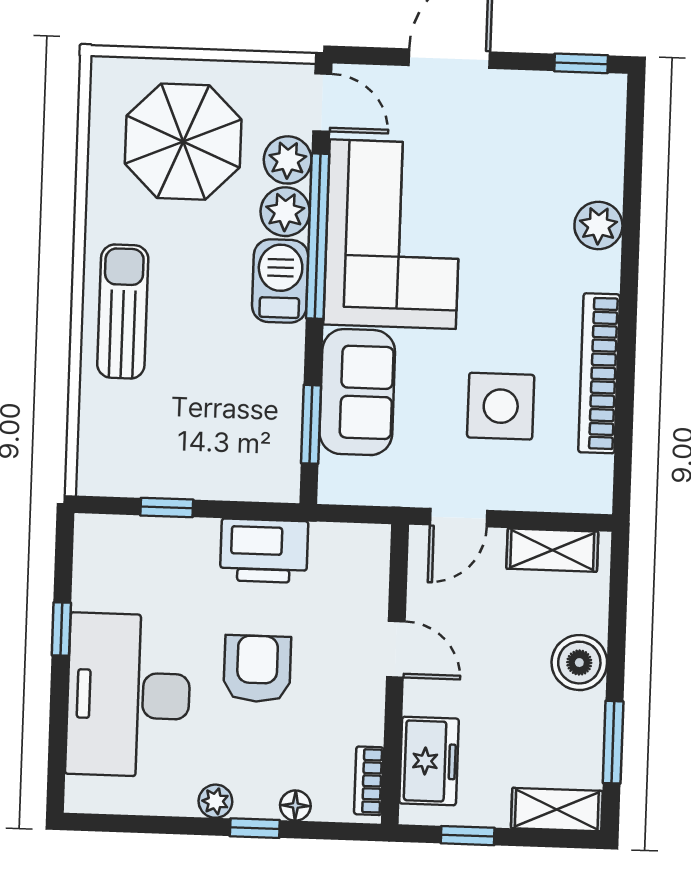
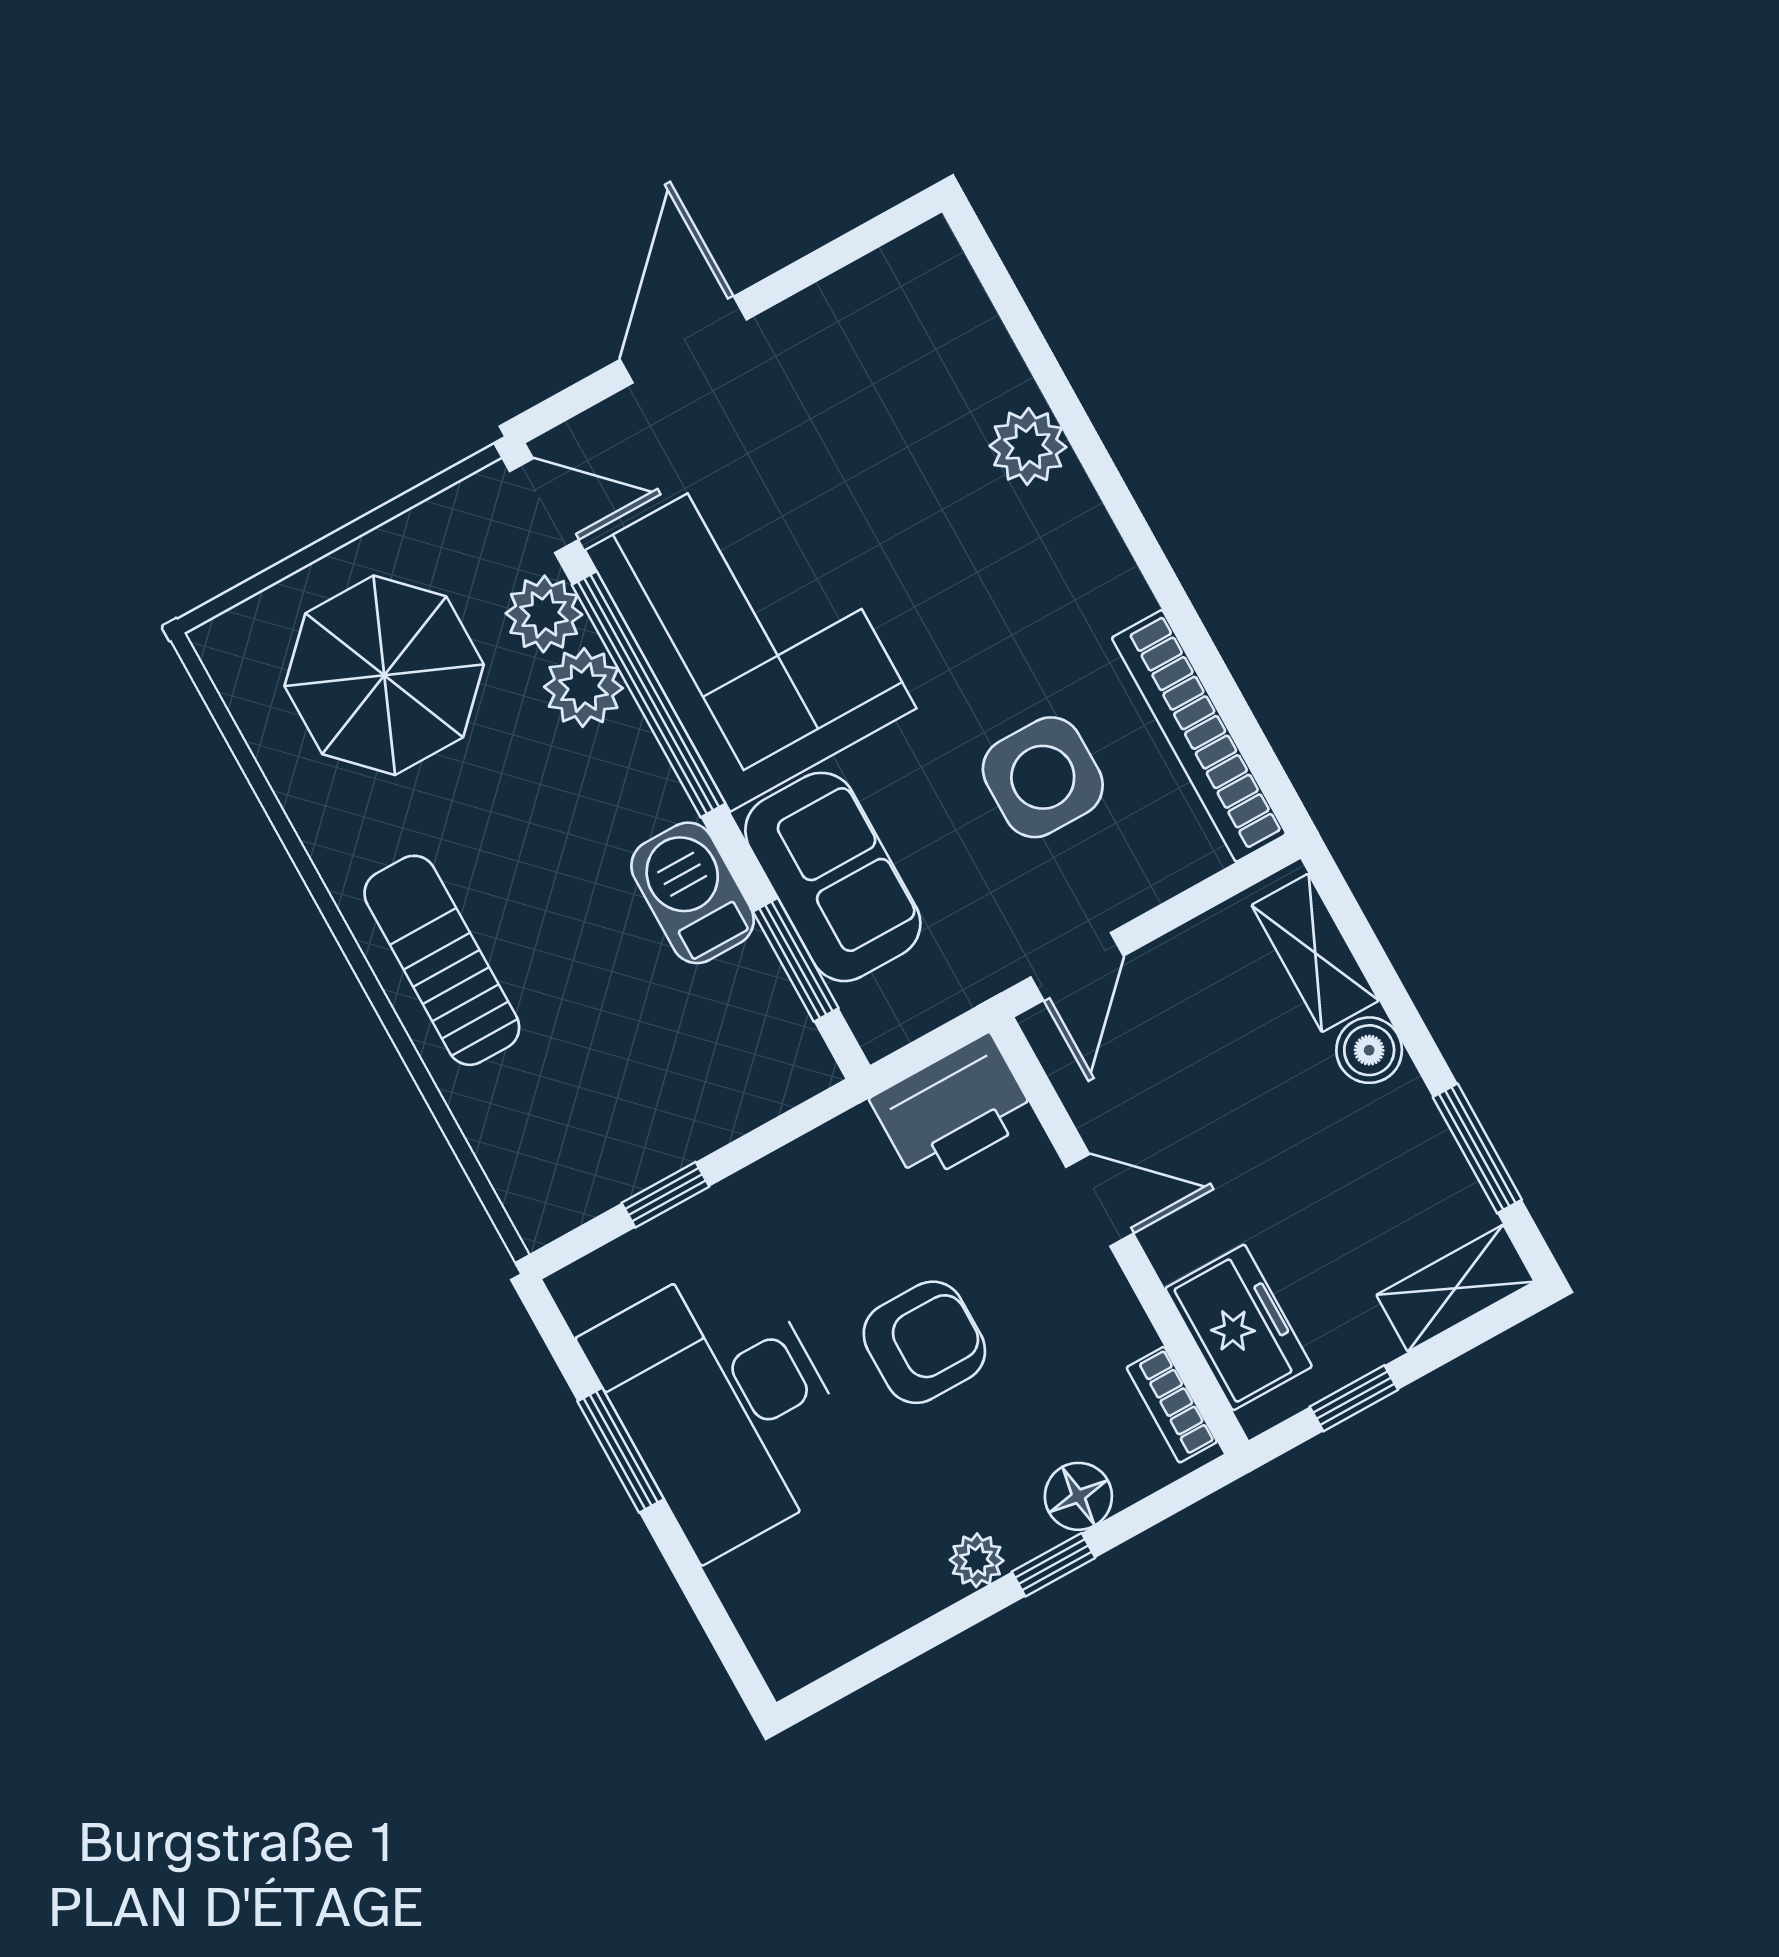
window: (581, 63) -> (869, 237), removed
barbecue: (280, 281) -> (693, 893), moved
bookcase: (599, 373) -> (1199, 736), moved
shelving: (552, 550) -> (1315, 953), moved, turned 90
printer: (264, 551) -> (953, 1109), moved
window: (61, 629) -> (621, 1450), width x1.50
boiler: (579, 663) -> (1369, 1050), width x0.73, depth x0.73
armchair: (257, 669) -> (924, 1342), turned 90
desk: (128, 695) -> (723, 1405), moved
floor lamp: (295, 806) -> (1078, 1496), width x1.37, depth x1.37

